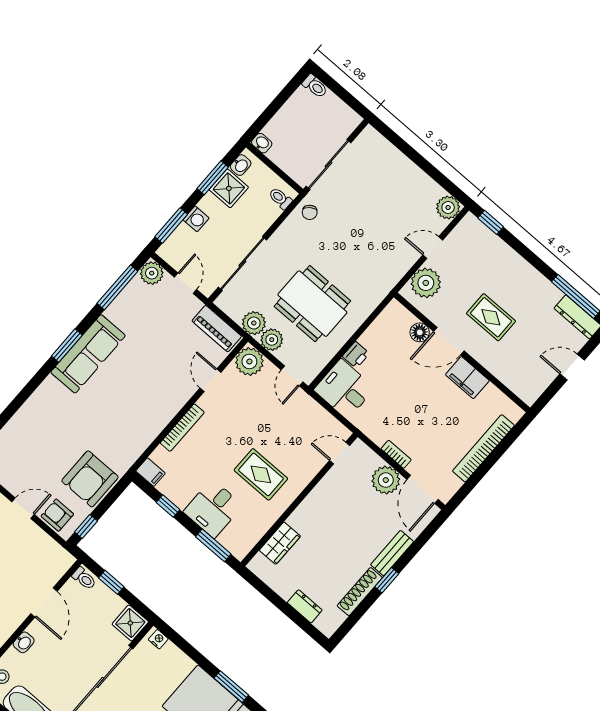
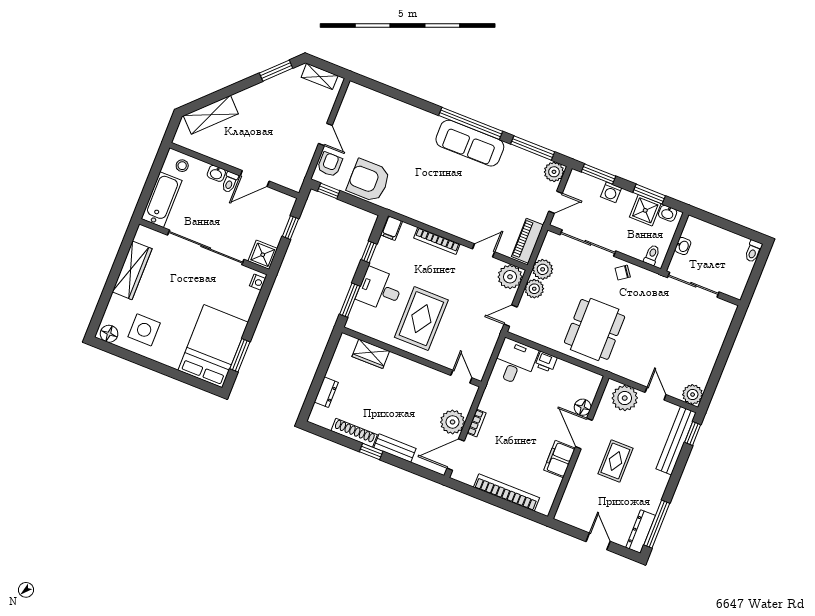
washbasin: (262, 143) -> (683, 246), moved
chair: (310, 212) -> (623, 273), moved
bench: (492, 243) -> (676, 441), added
dining table: (312, 304) -> (595, 329), moved
window: (67, 346) -> (471, 123), width x2.11
rug: (261, 474) -> (421, 319), width x1.36, depth x1.43
toilet: (84, 578) -> (230, 182), moved

